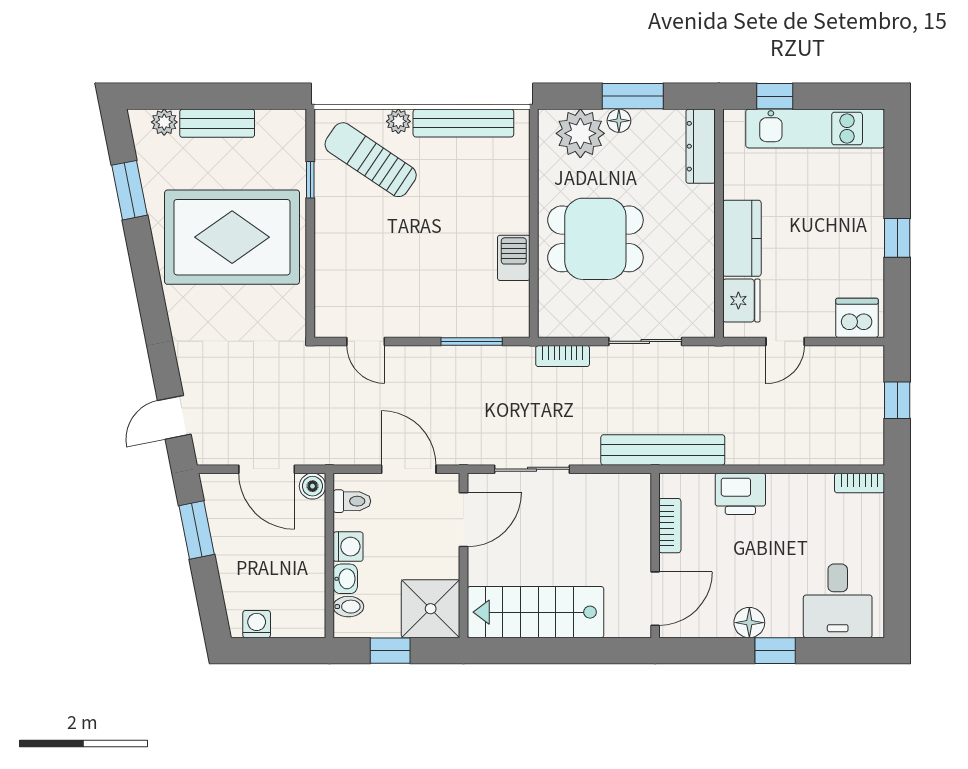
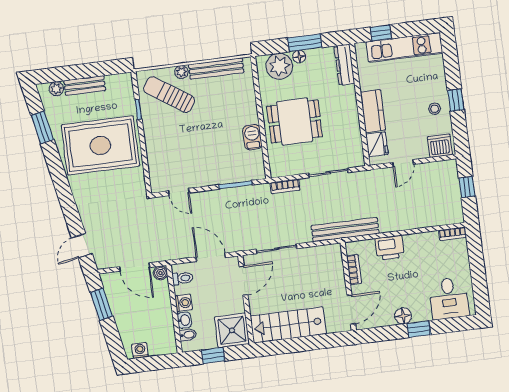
stool: (856, 249) -> (435, 109), added

